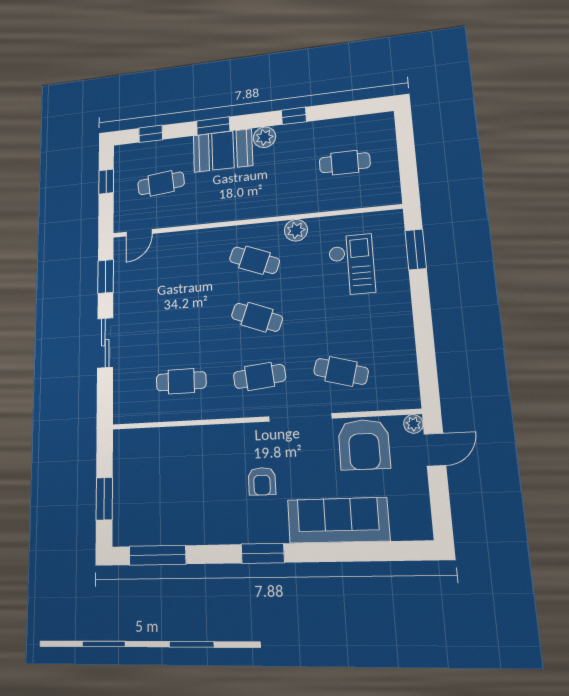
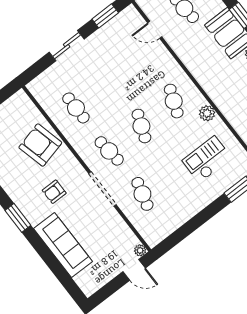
door: (139, 233) -> (155, 30), moved
checkout: (352, 265) -> (207, 159), turned 180
armchair: (364, 444) -> (40, 145), moved, turned 76

